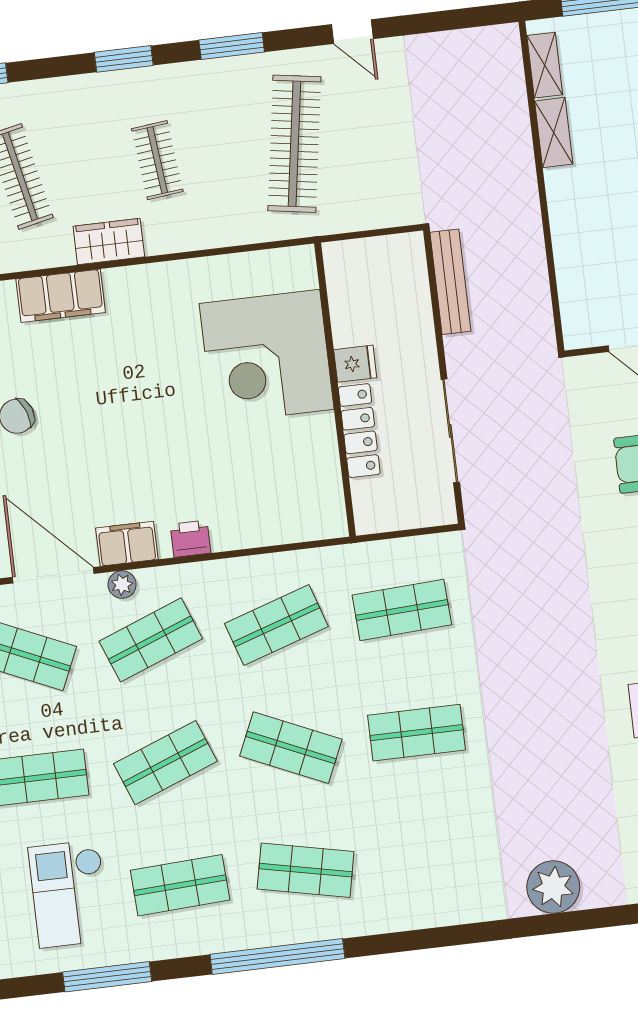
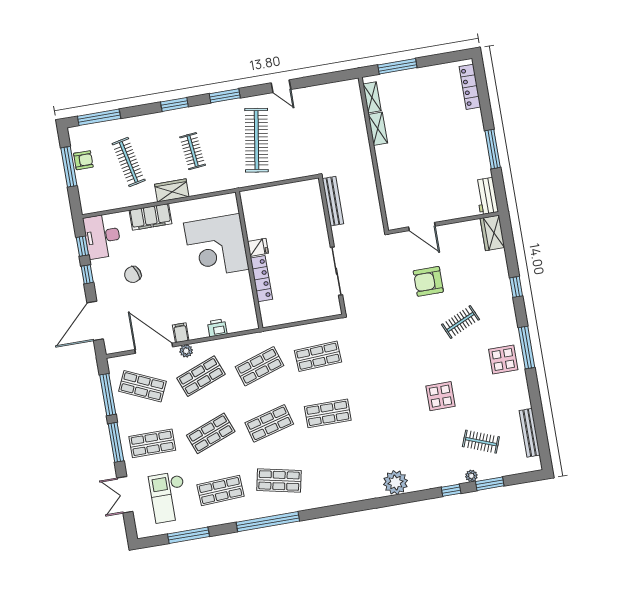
corner desk: (267, 356) -> (216, 246), moved
fridge: (355, 364) -> (258, 247), moved
wall: (335, 390) -> (249, 260), moved
locker: (359, 431) -> (261, 279), moved
filing cabinet: (127, 544) -> (181, 333), width x0.50
shop shelf: (291, 748) -> (269, 423), turned -39

